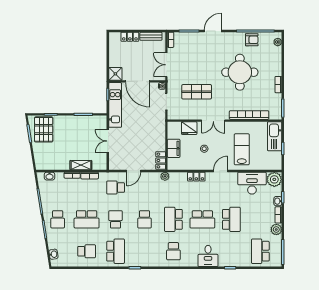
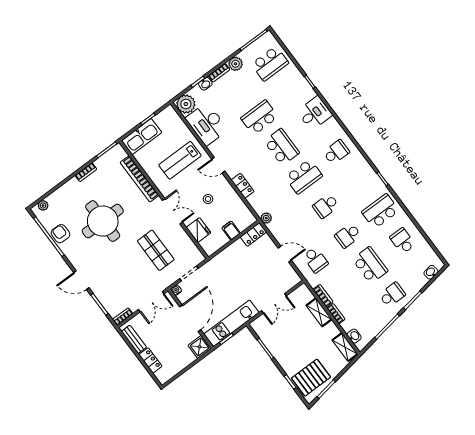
filing cabinet: (174, 148) -> (231, 231), width x0.50
shelving: (47, 165) -> (345, 347), added
school desk: (144, 219) -> (326, 206), turned 180

